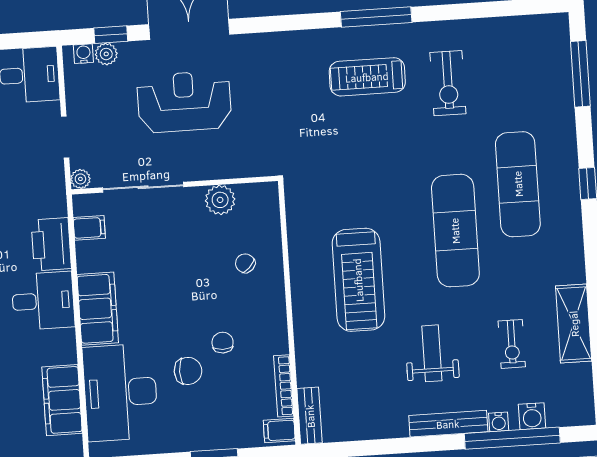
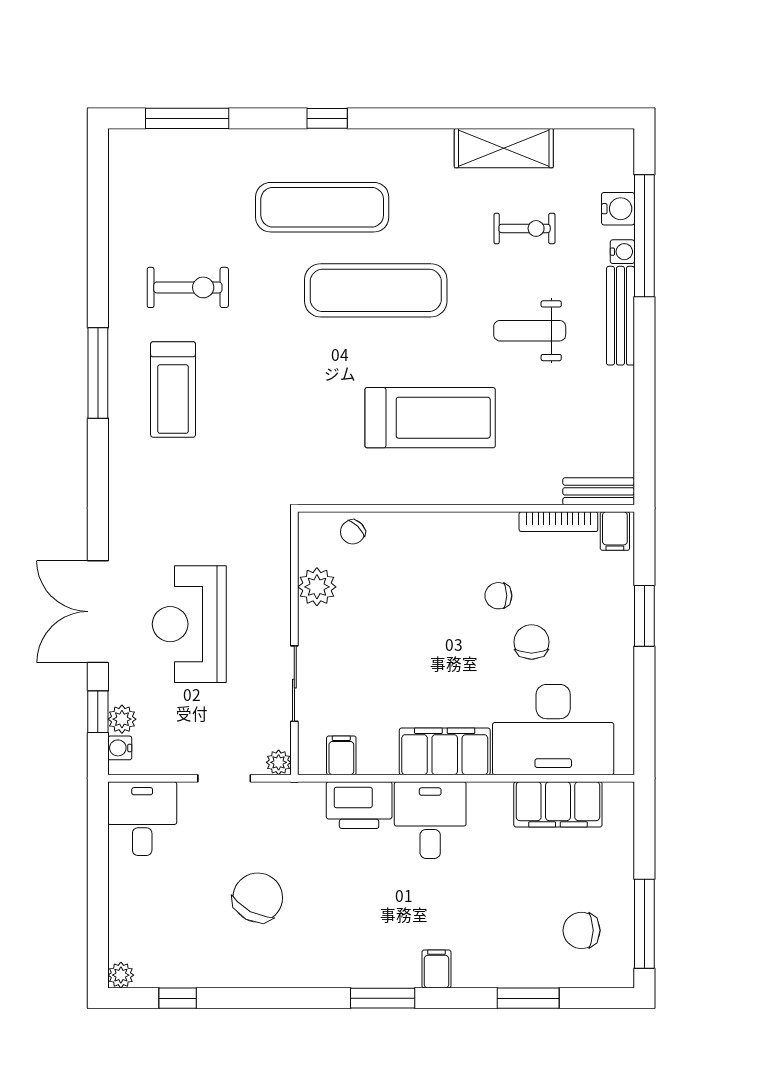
sliding door: (143, 187) -> (294, 684), width x0.73
chair: (245, 263) -> (353, 532), moved

